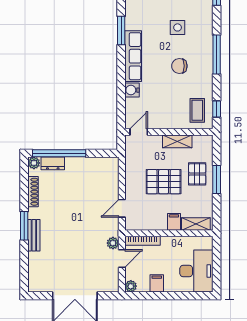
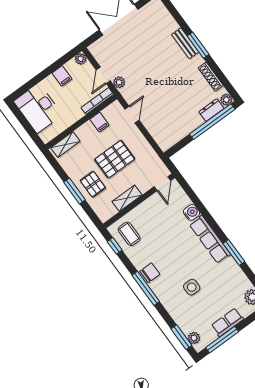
chair: (179, 66) -> (150, 273), moved
filing cabinet: (174, 222) -> (99, 122), moved

